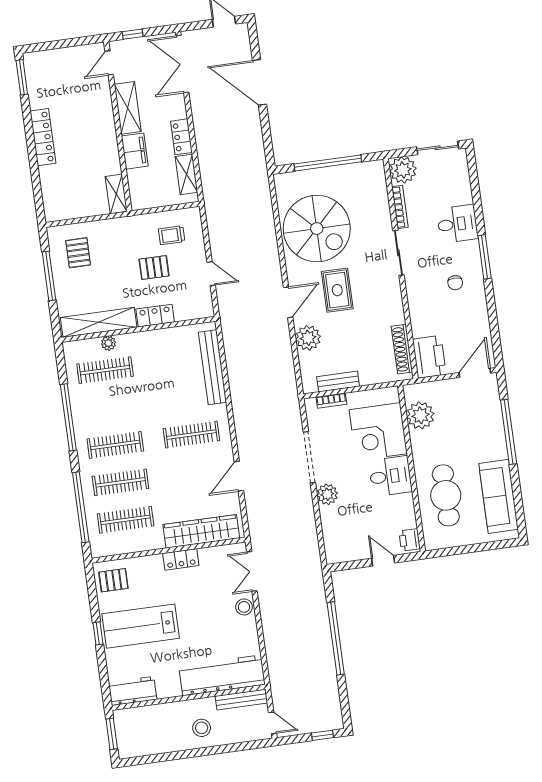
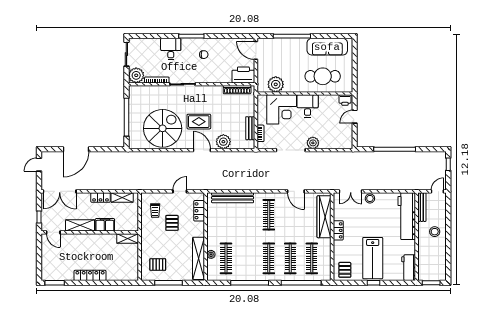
locker: (155, 316) -> (199, 211), moved

